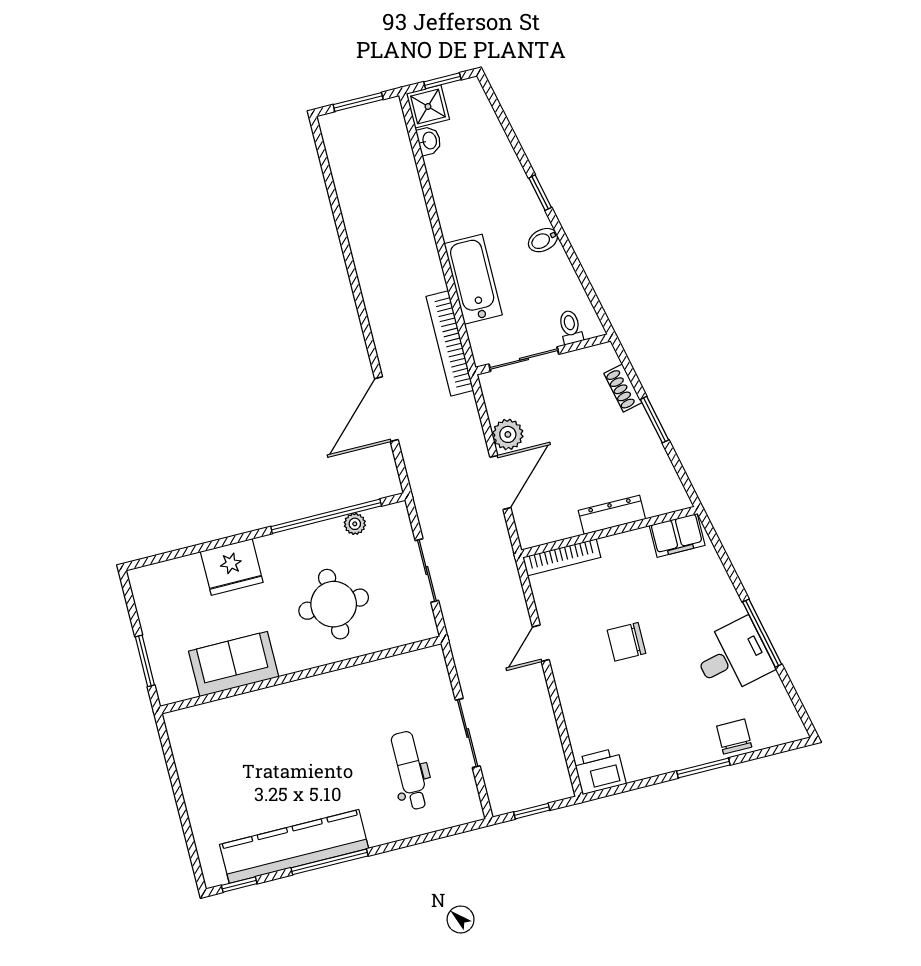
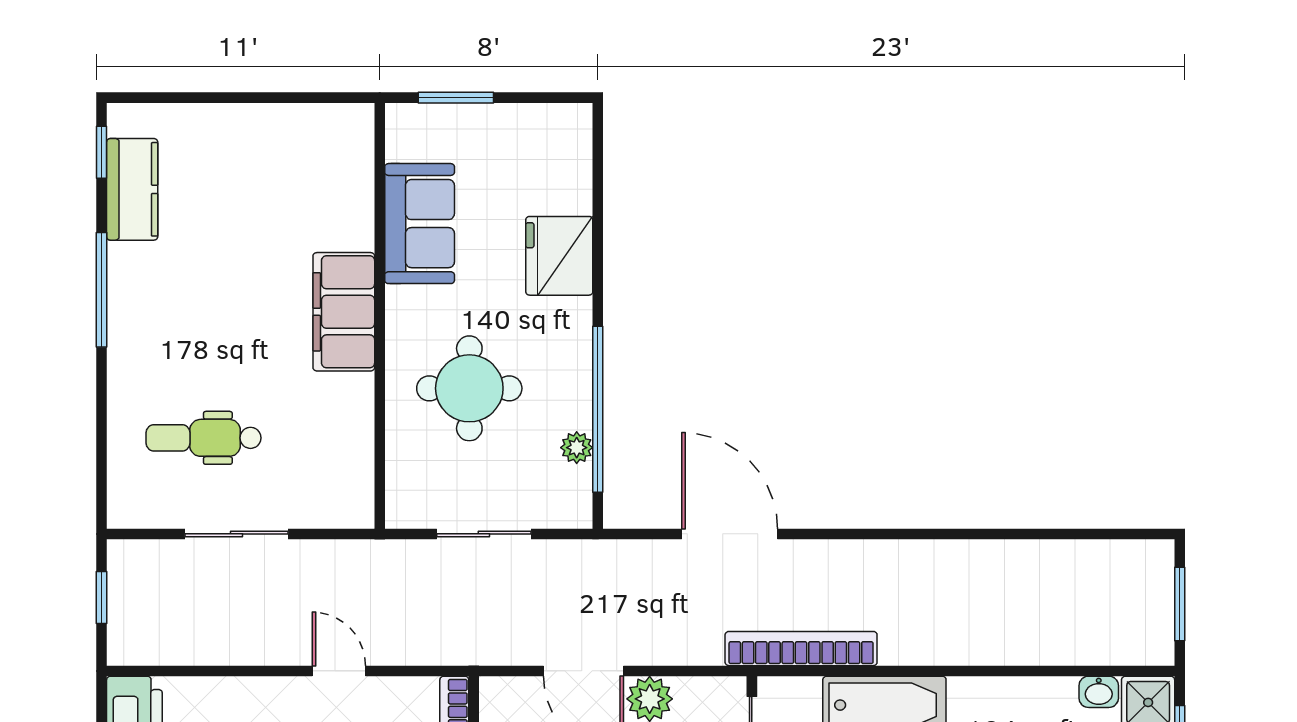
filing cabinet: (304, 699) -> (344, 312), added
dental chair: (410, 771) -> (204, 438), turned 180
kitchen counter: (294, 846) -> (132, 189), width x0.48, depth x0.86

